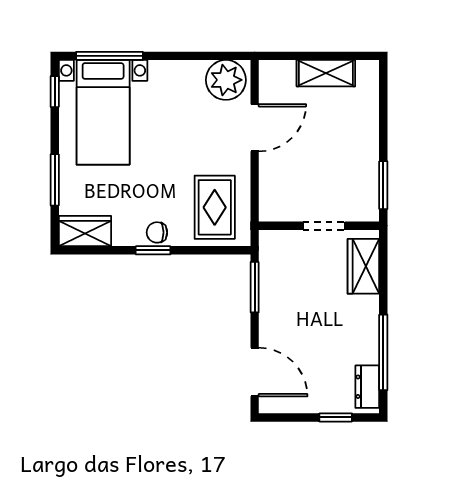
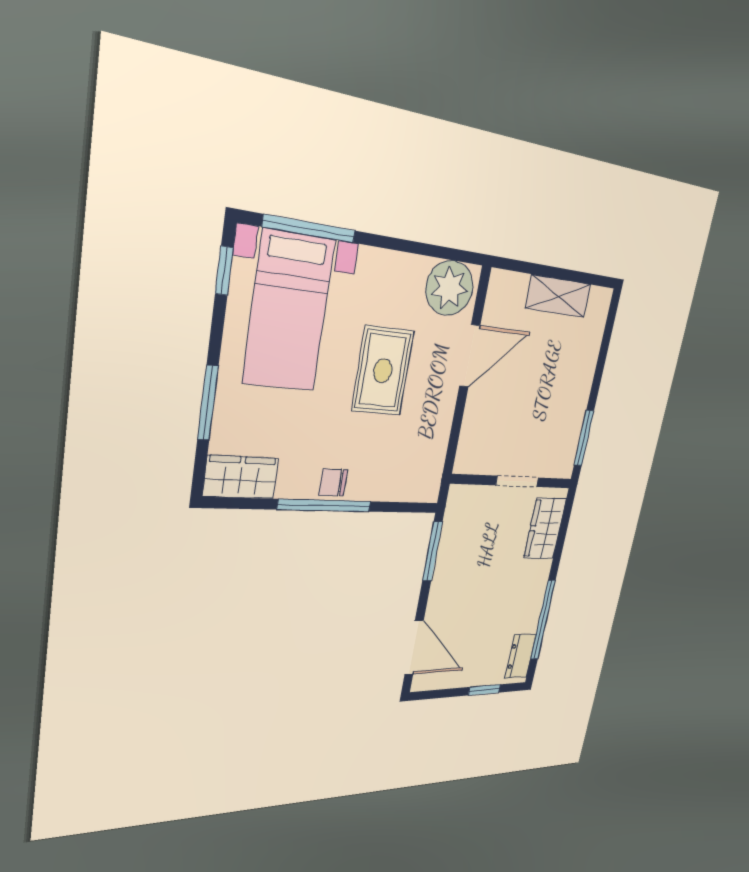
rug: (215, 207) -> (383, 371), moved
window: (153, 250) -> (325, 505), width x2.17

